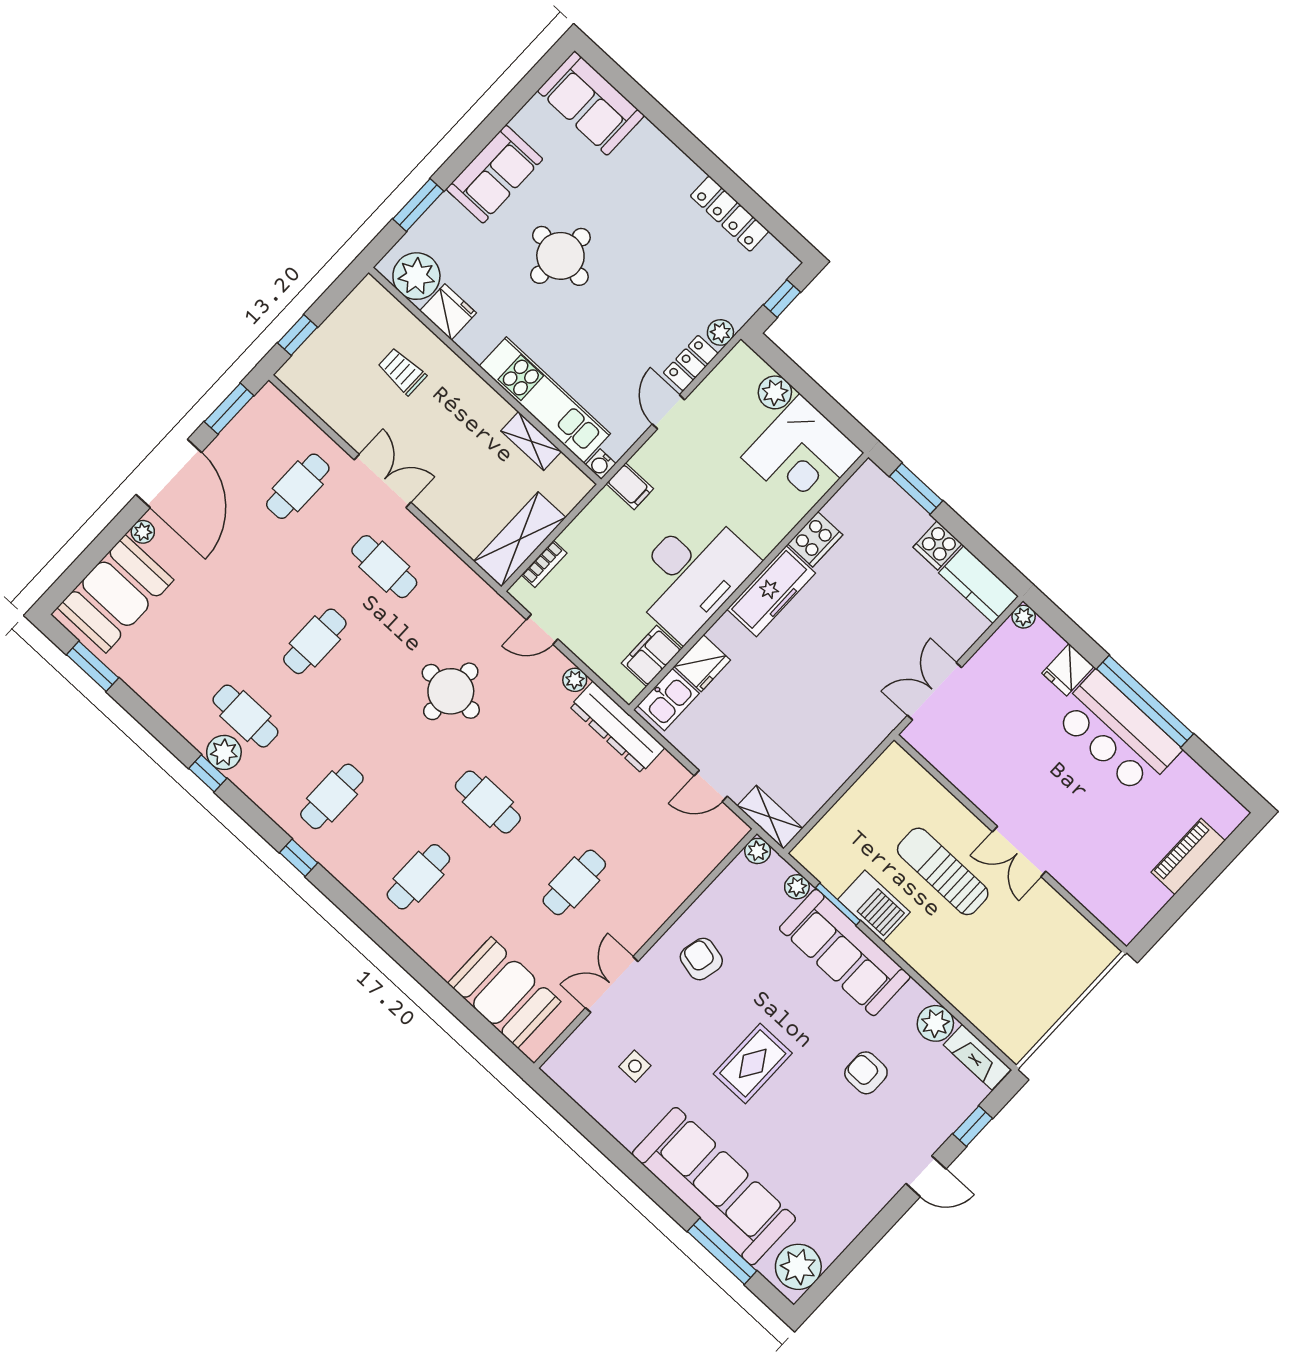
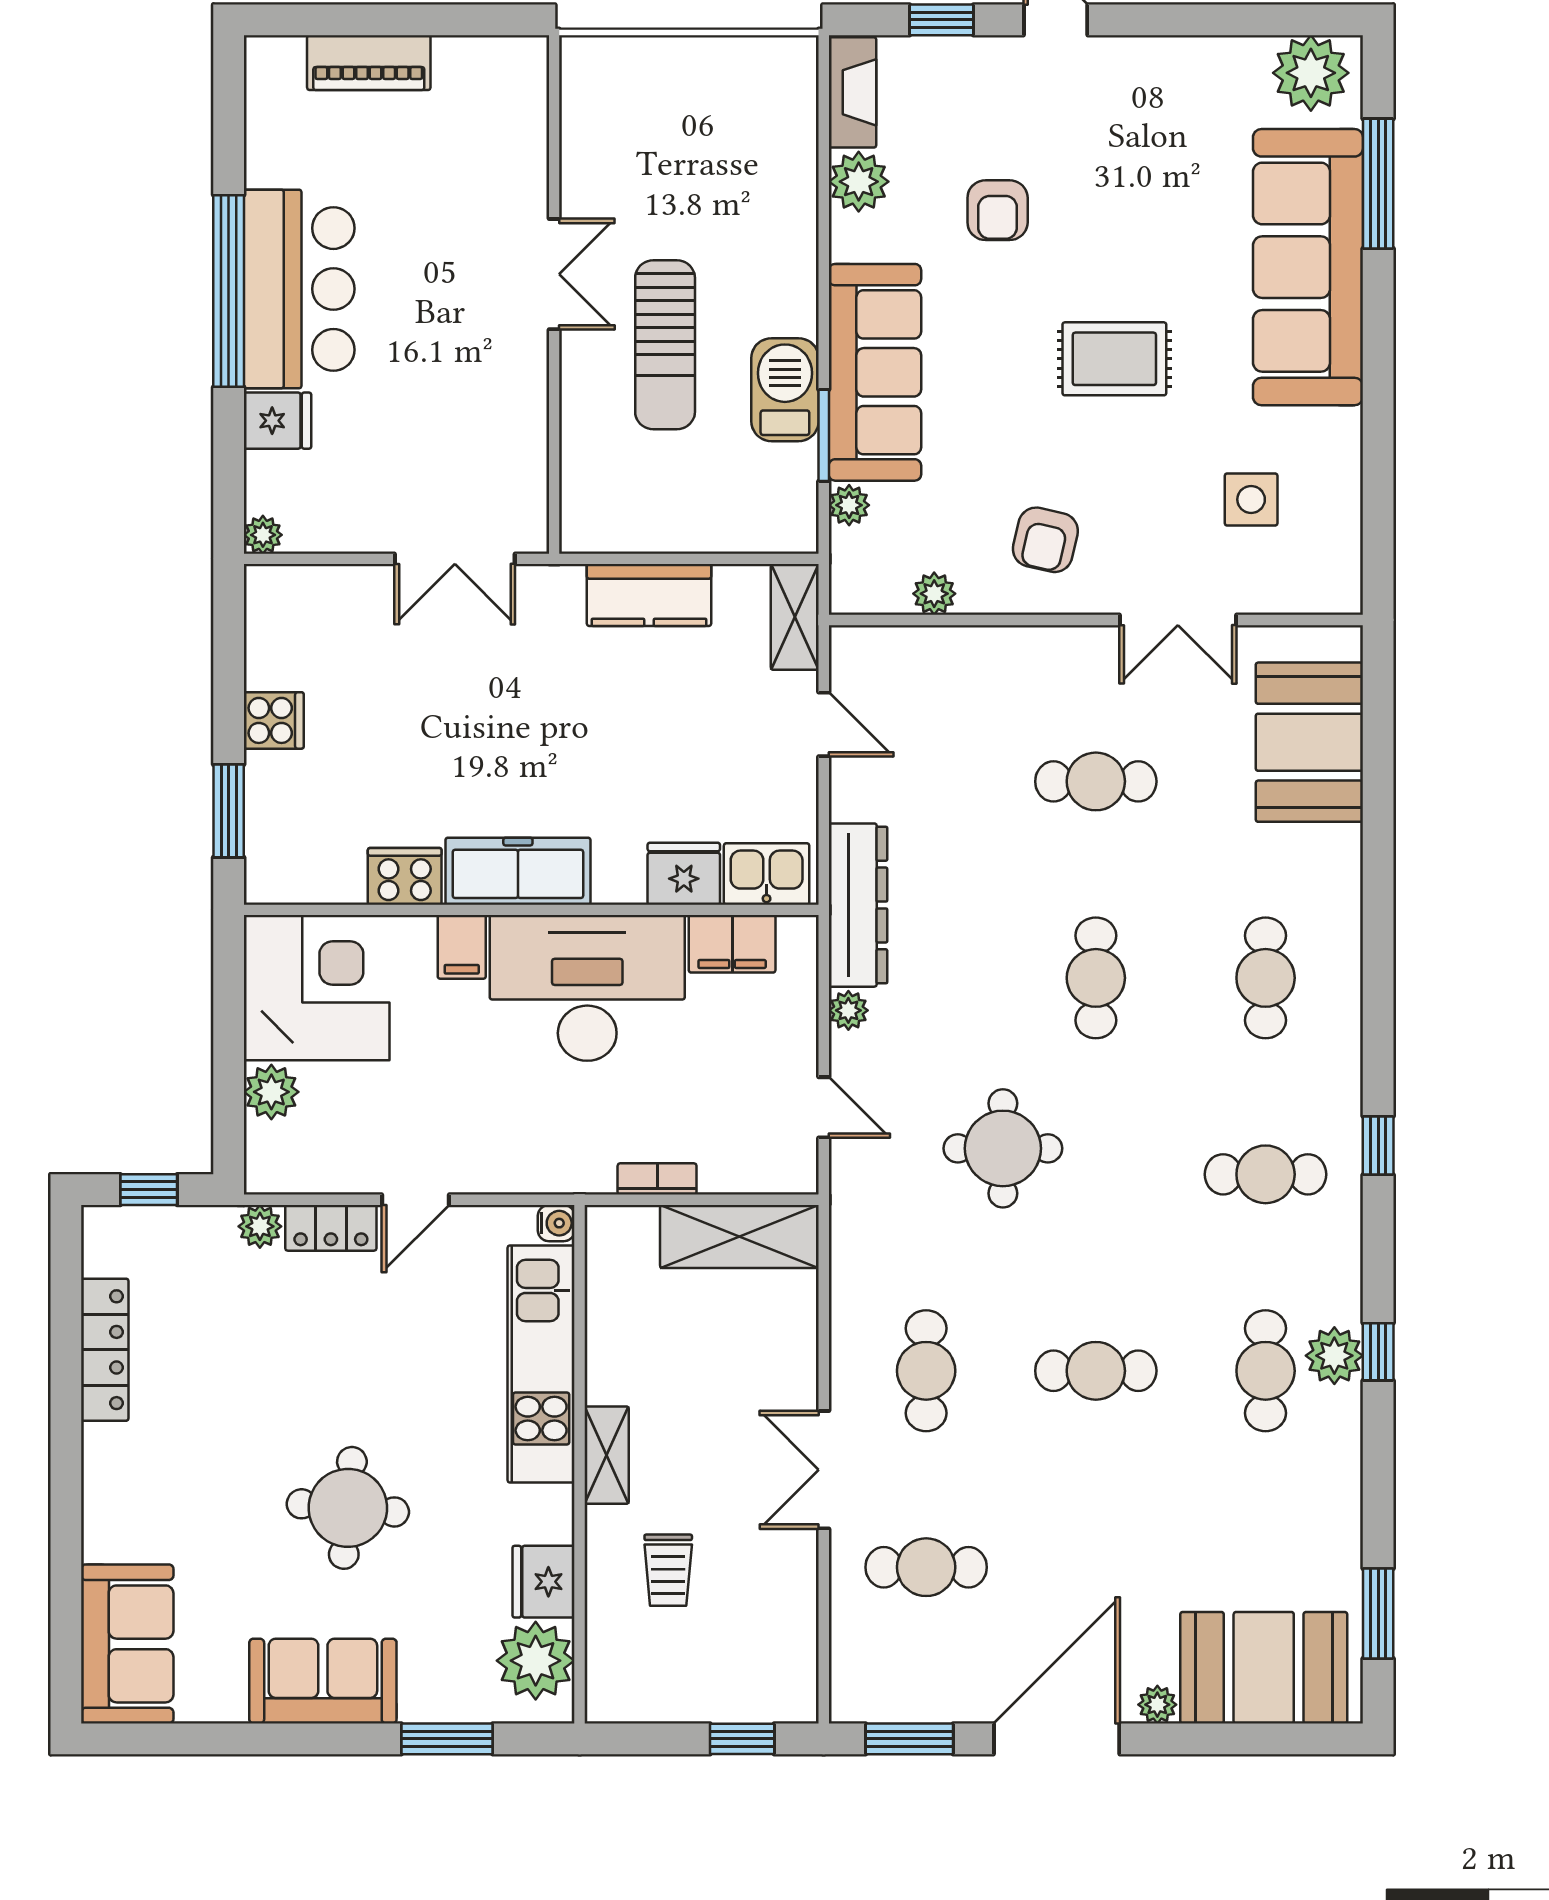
shelving: (531, 441) -> (607, 1455), moved
filing cabinet: (630, 486) -> (462, 947), moved, turned 180
bookcase: (544, 564) -> (657, 1179), moved
kitchen counter: (979, 585) -> (649, 595), moved, turned 90
plant: (758, 851) -> (934, 594), moved
cafe table: (418, 877) -> (1266, 978), turned 90
side table: (635, 1066) -> (1251, 499), width x1.37, depth x1.37

